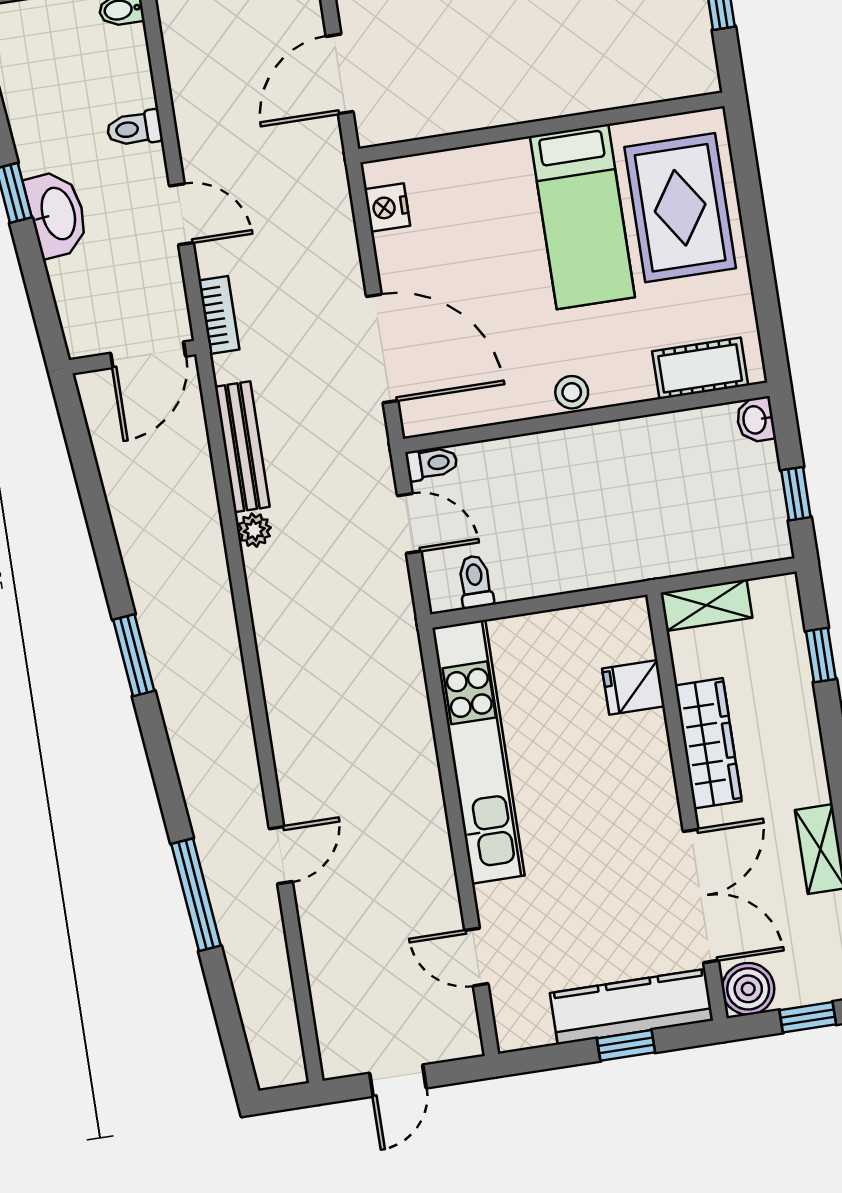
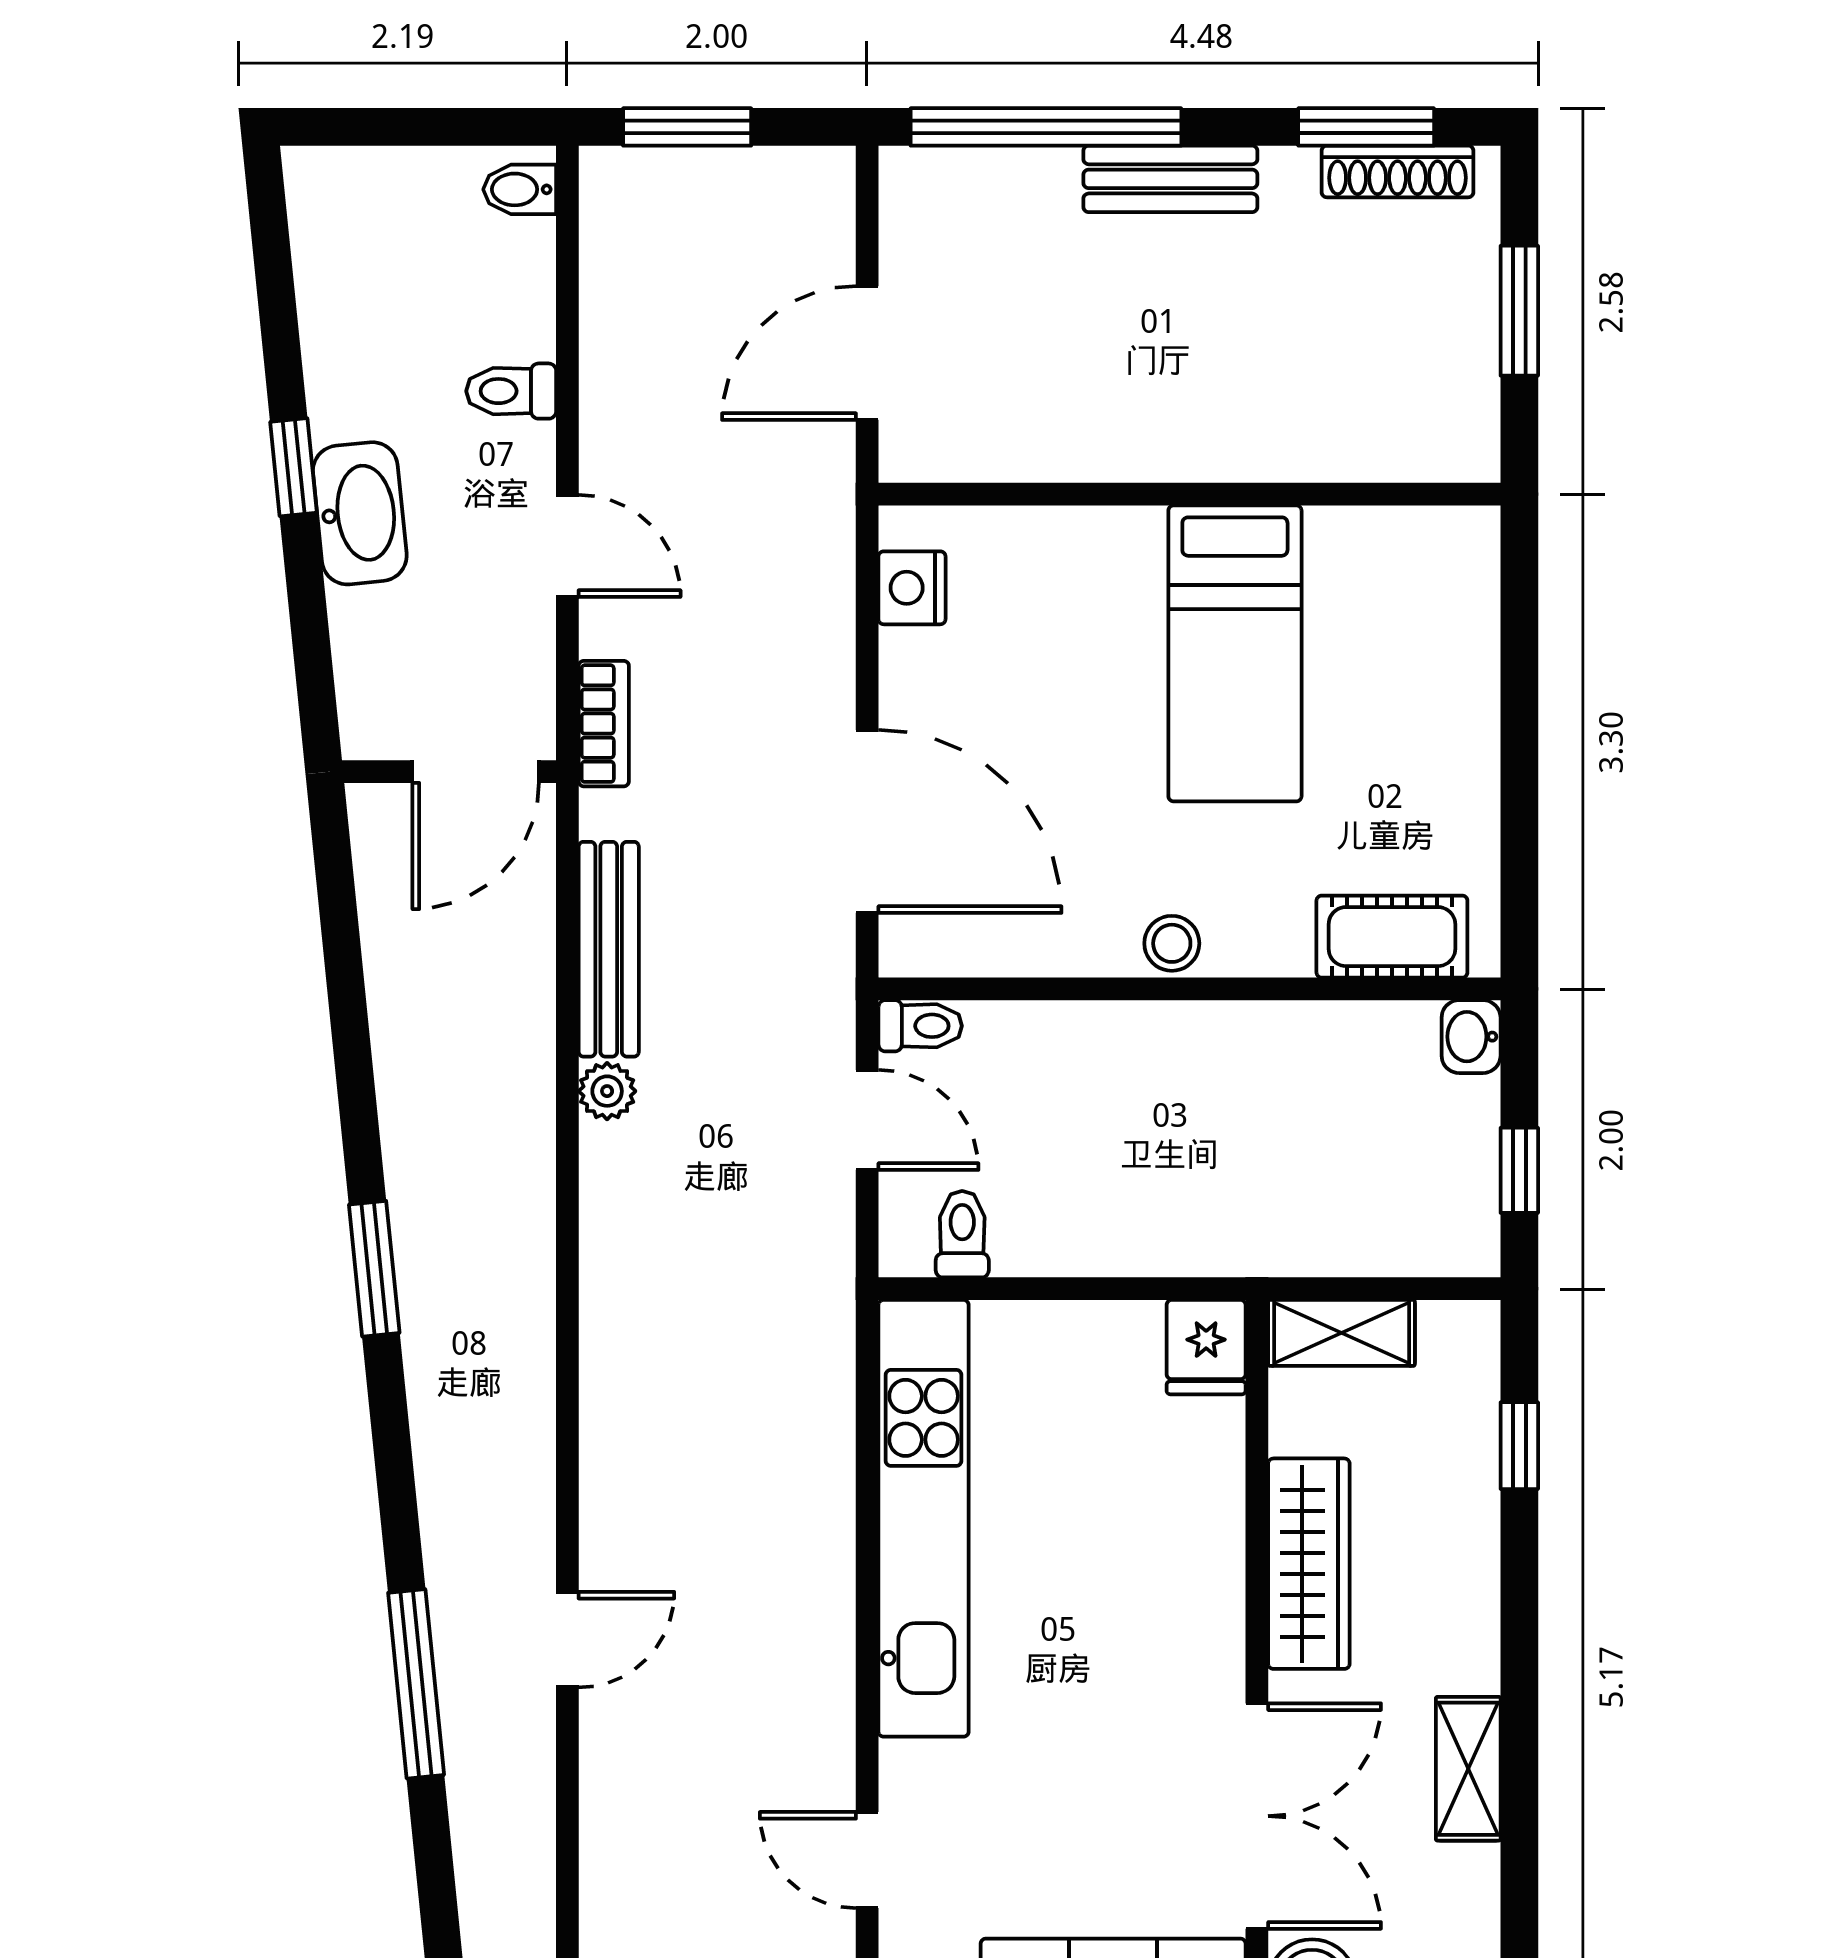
rug: (680, 208) -> (1400, 664), removed
fridge: (633, 687) -> (1206, 1347), moved, turned -90

